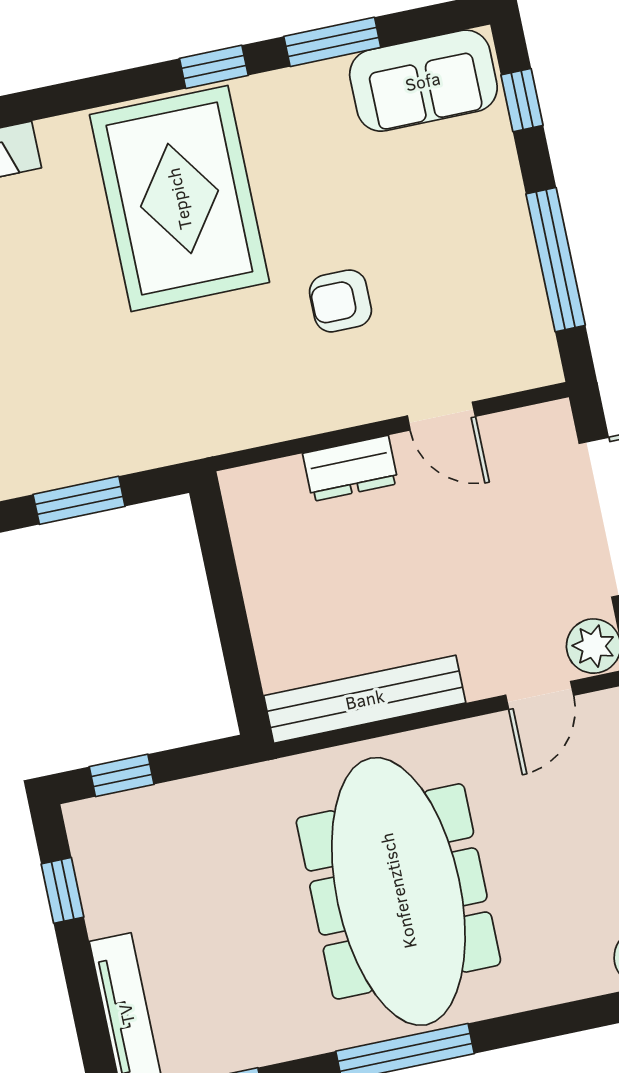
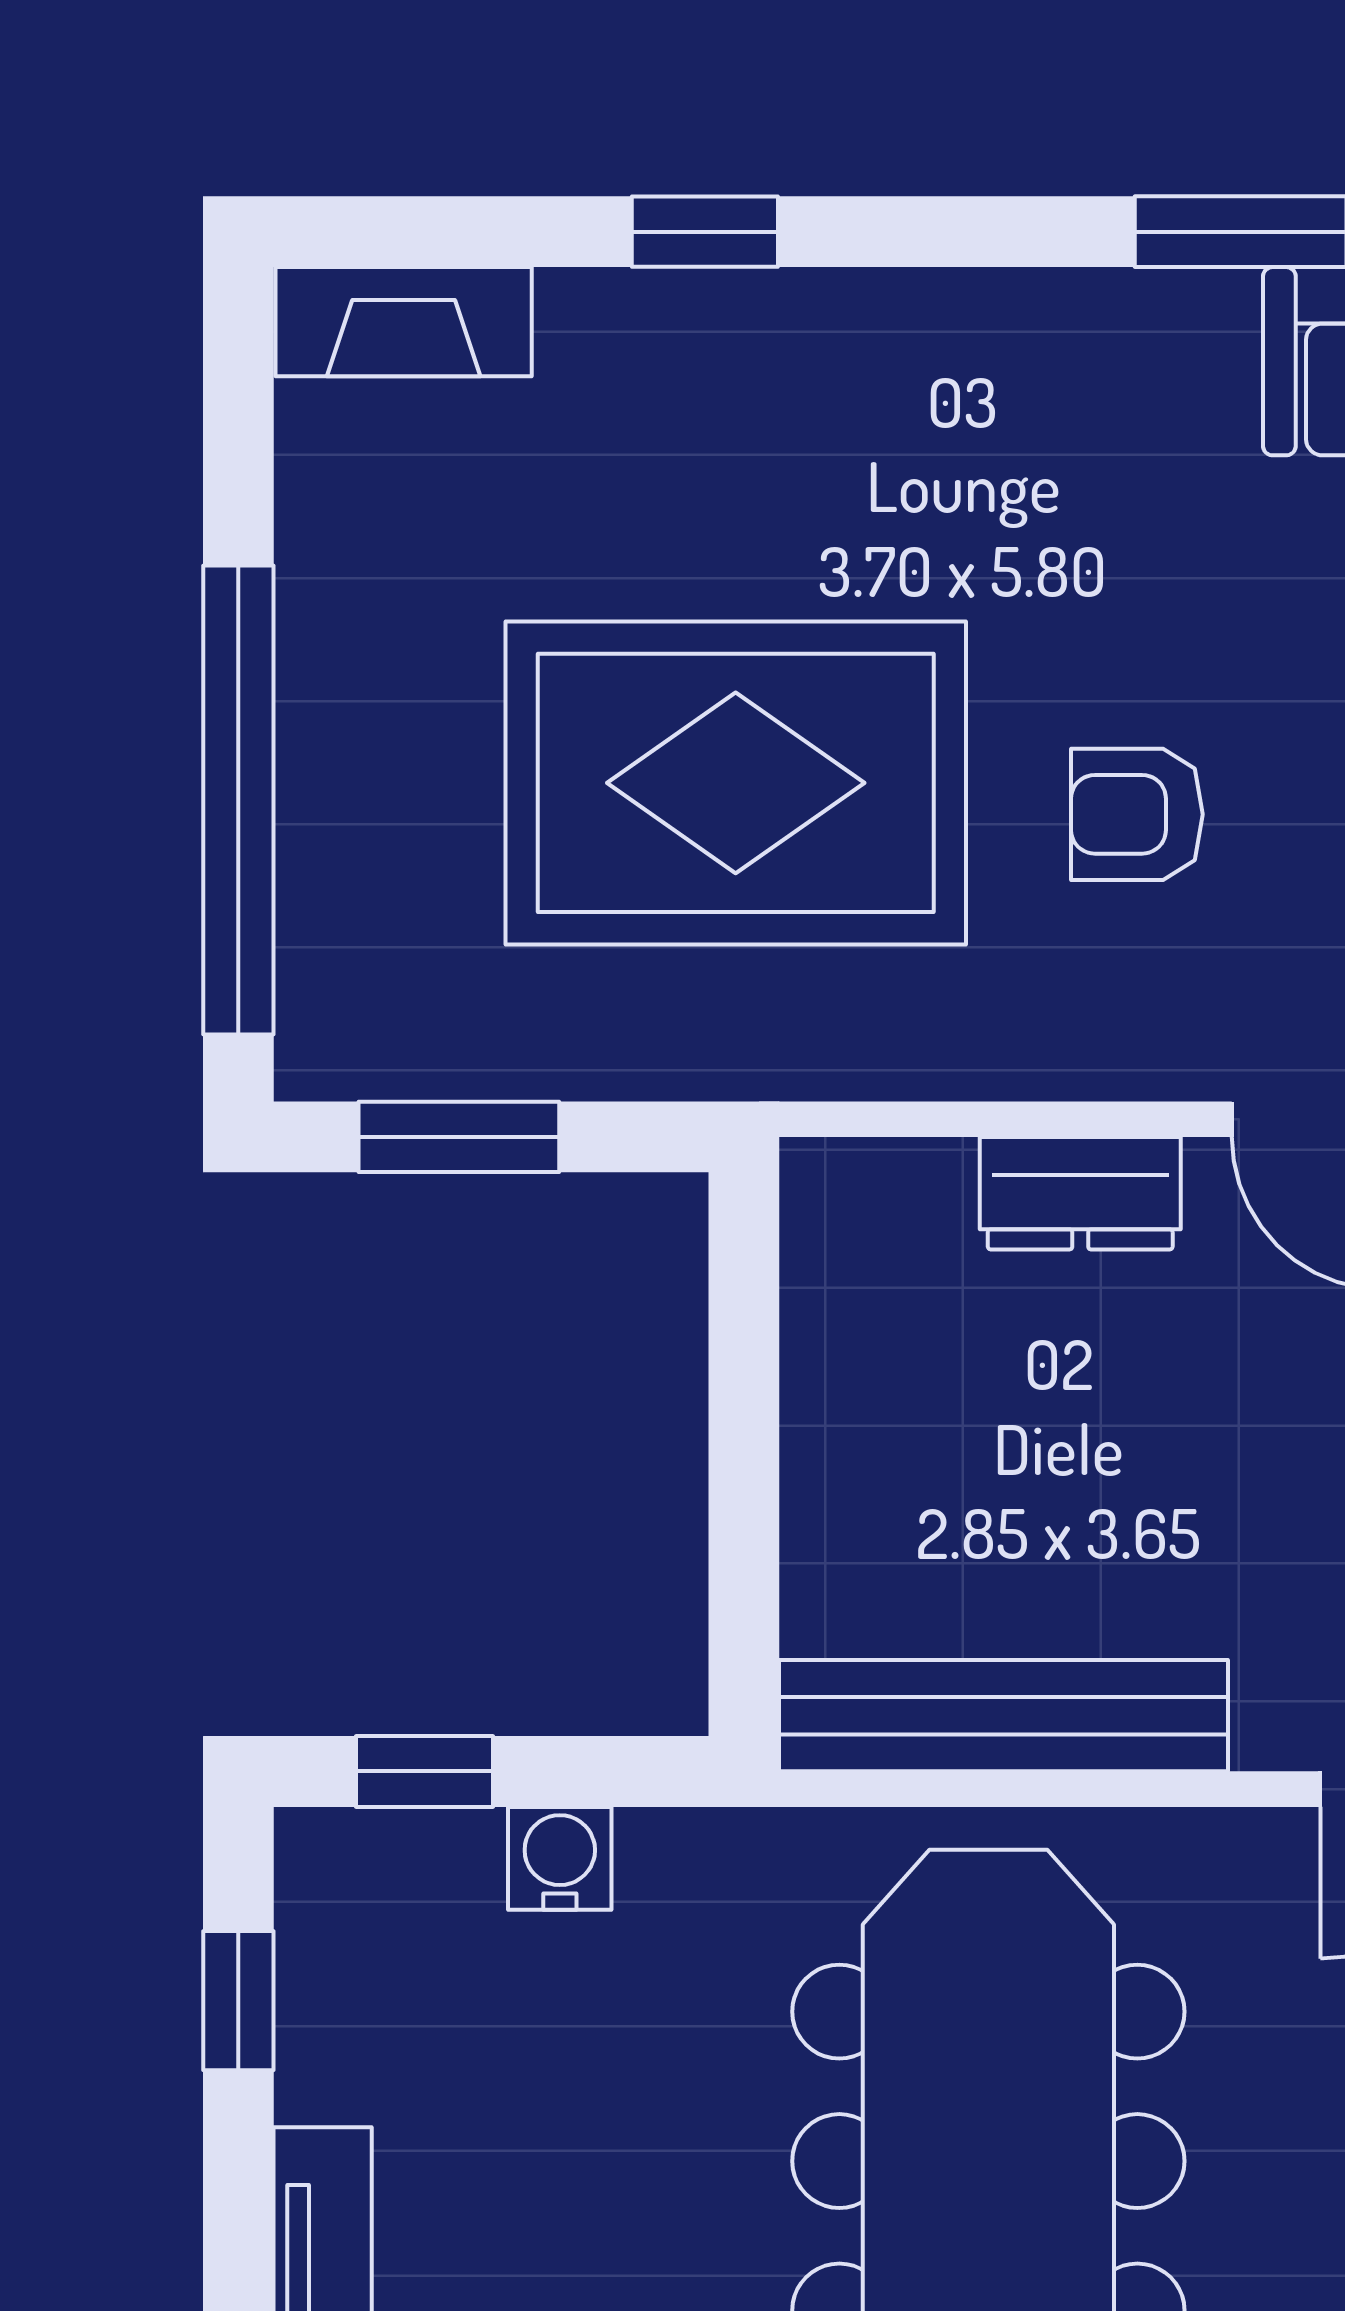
window: (214, 67) -> (705, 232), moved
rug: (179, 199) -> (736, 783), moved, turned 90
water cooler: (187, 800) -> (560, 1858), added

